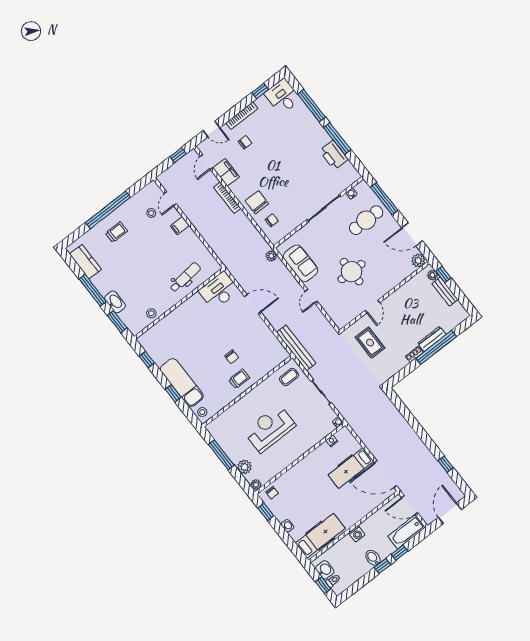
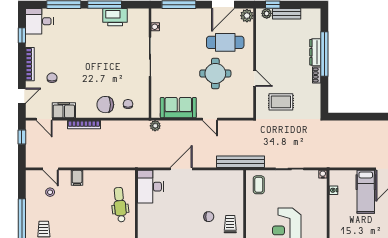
cafe table: (366, 220) -> (225, 42), moved, turned 90

